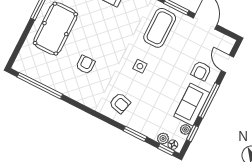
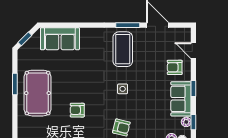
armchair: (86, 65) -> (77, 110), turned -90
armchair: (201, 71) -> (175, 67), turned 90
window: (209, 101) -> (193, 88), width x0.46

